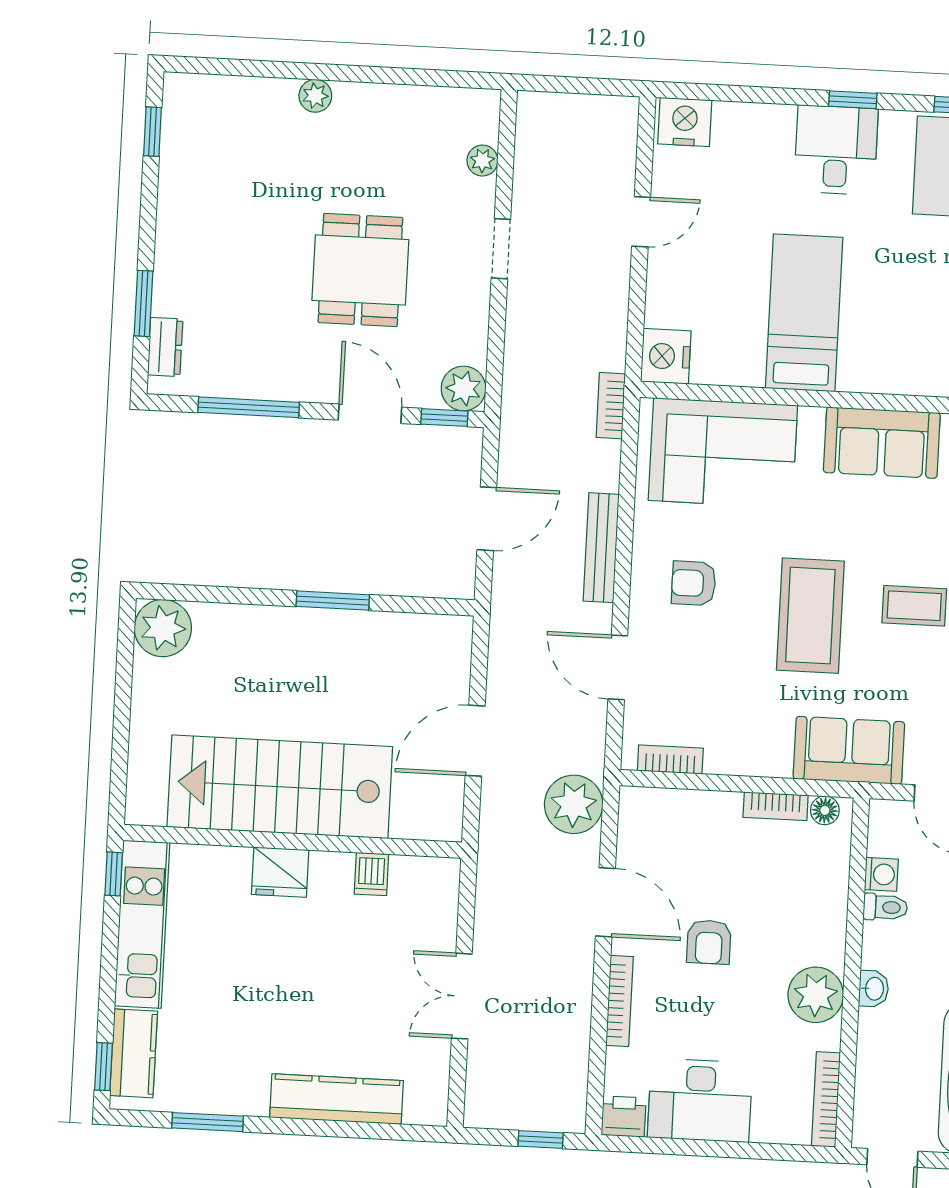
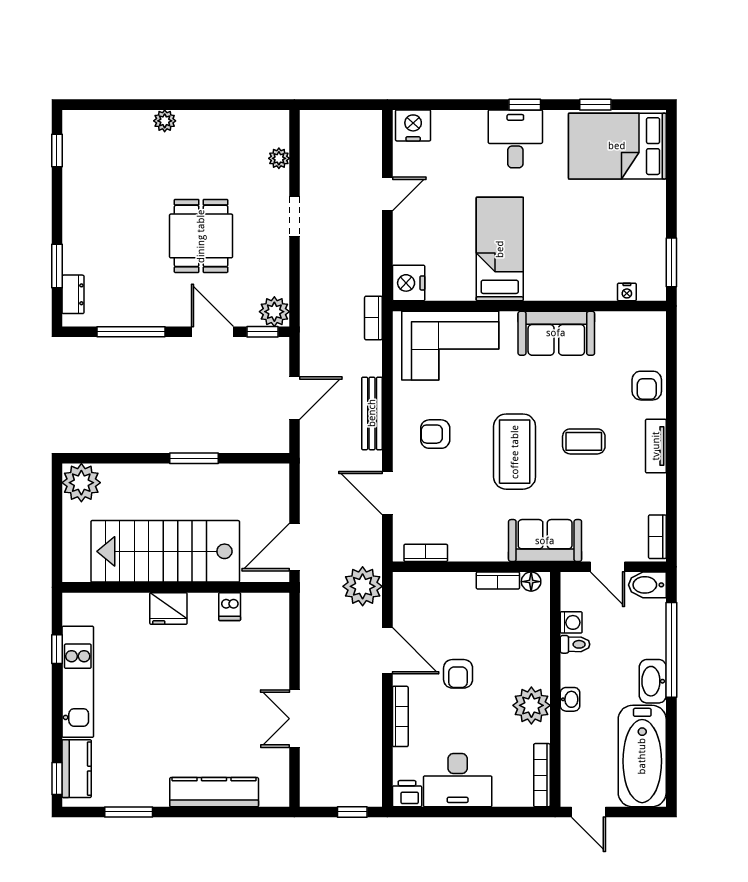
stairs: (280, 787) -> (165, 551), moved
wall: (293, 841) -> (176, 587), moved
fridge: (280, 872) -> (168, 608), moved
dishwasher: (371, 874) -> (230, 607), moved

